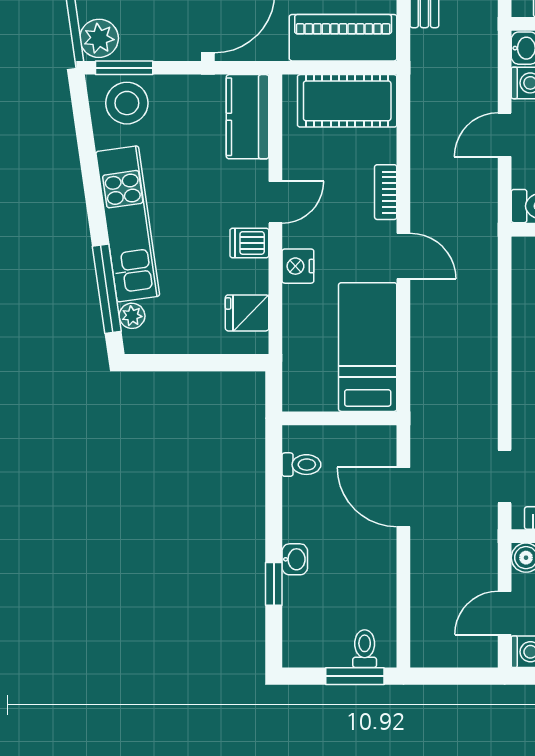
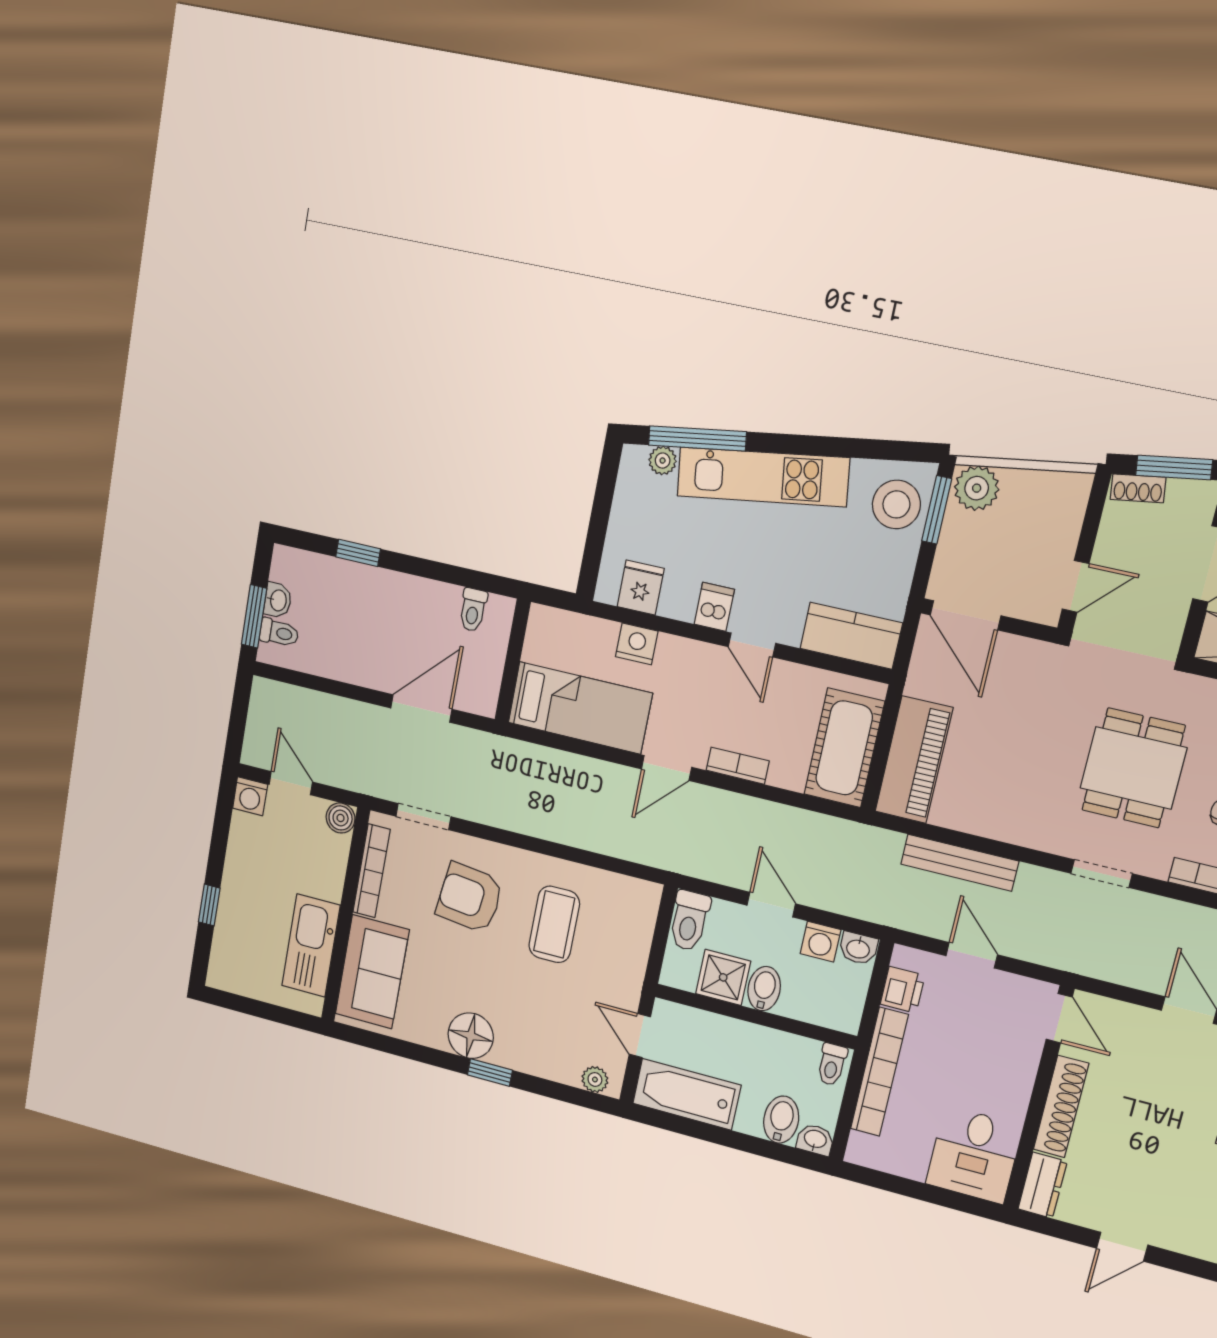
nightstand: (298, 266) -> (637, 644), moved
washbasin: (295, 559) -> (278, 600), moved, turned -90

